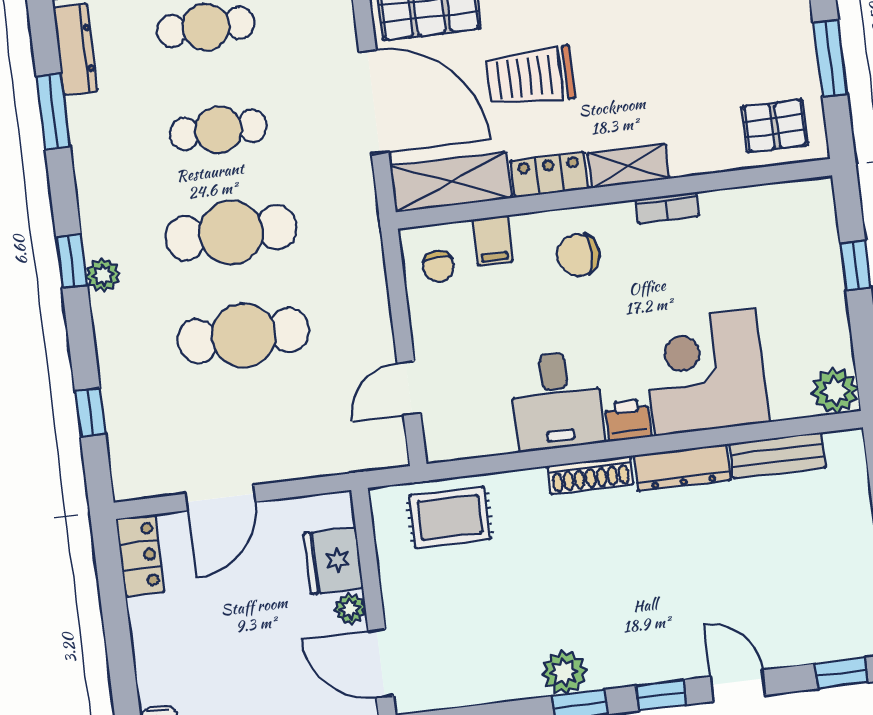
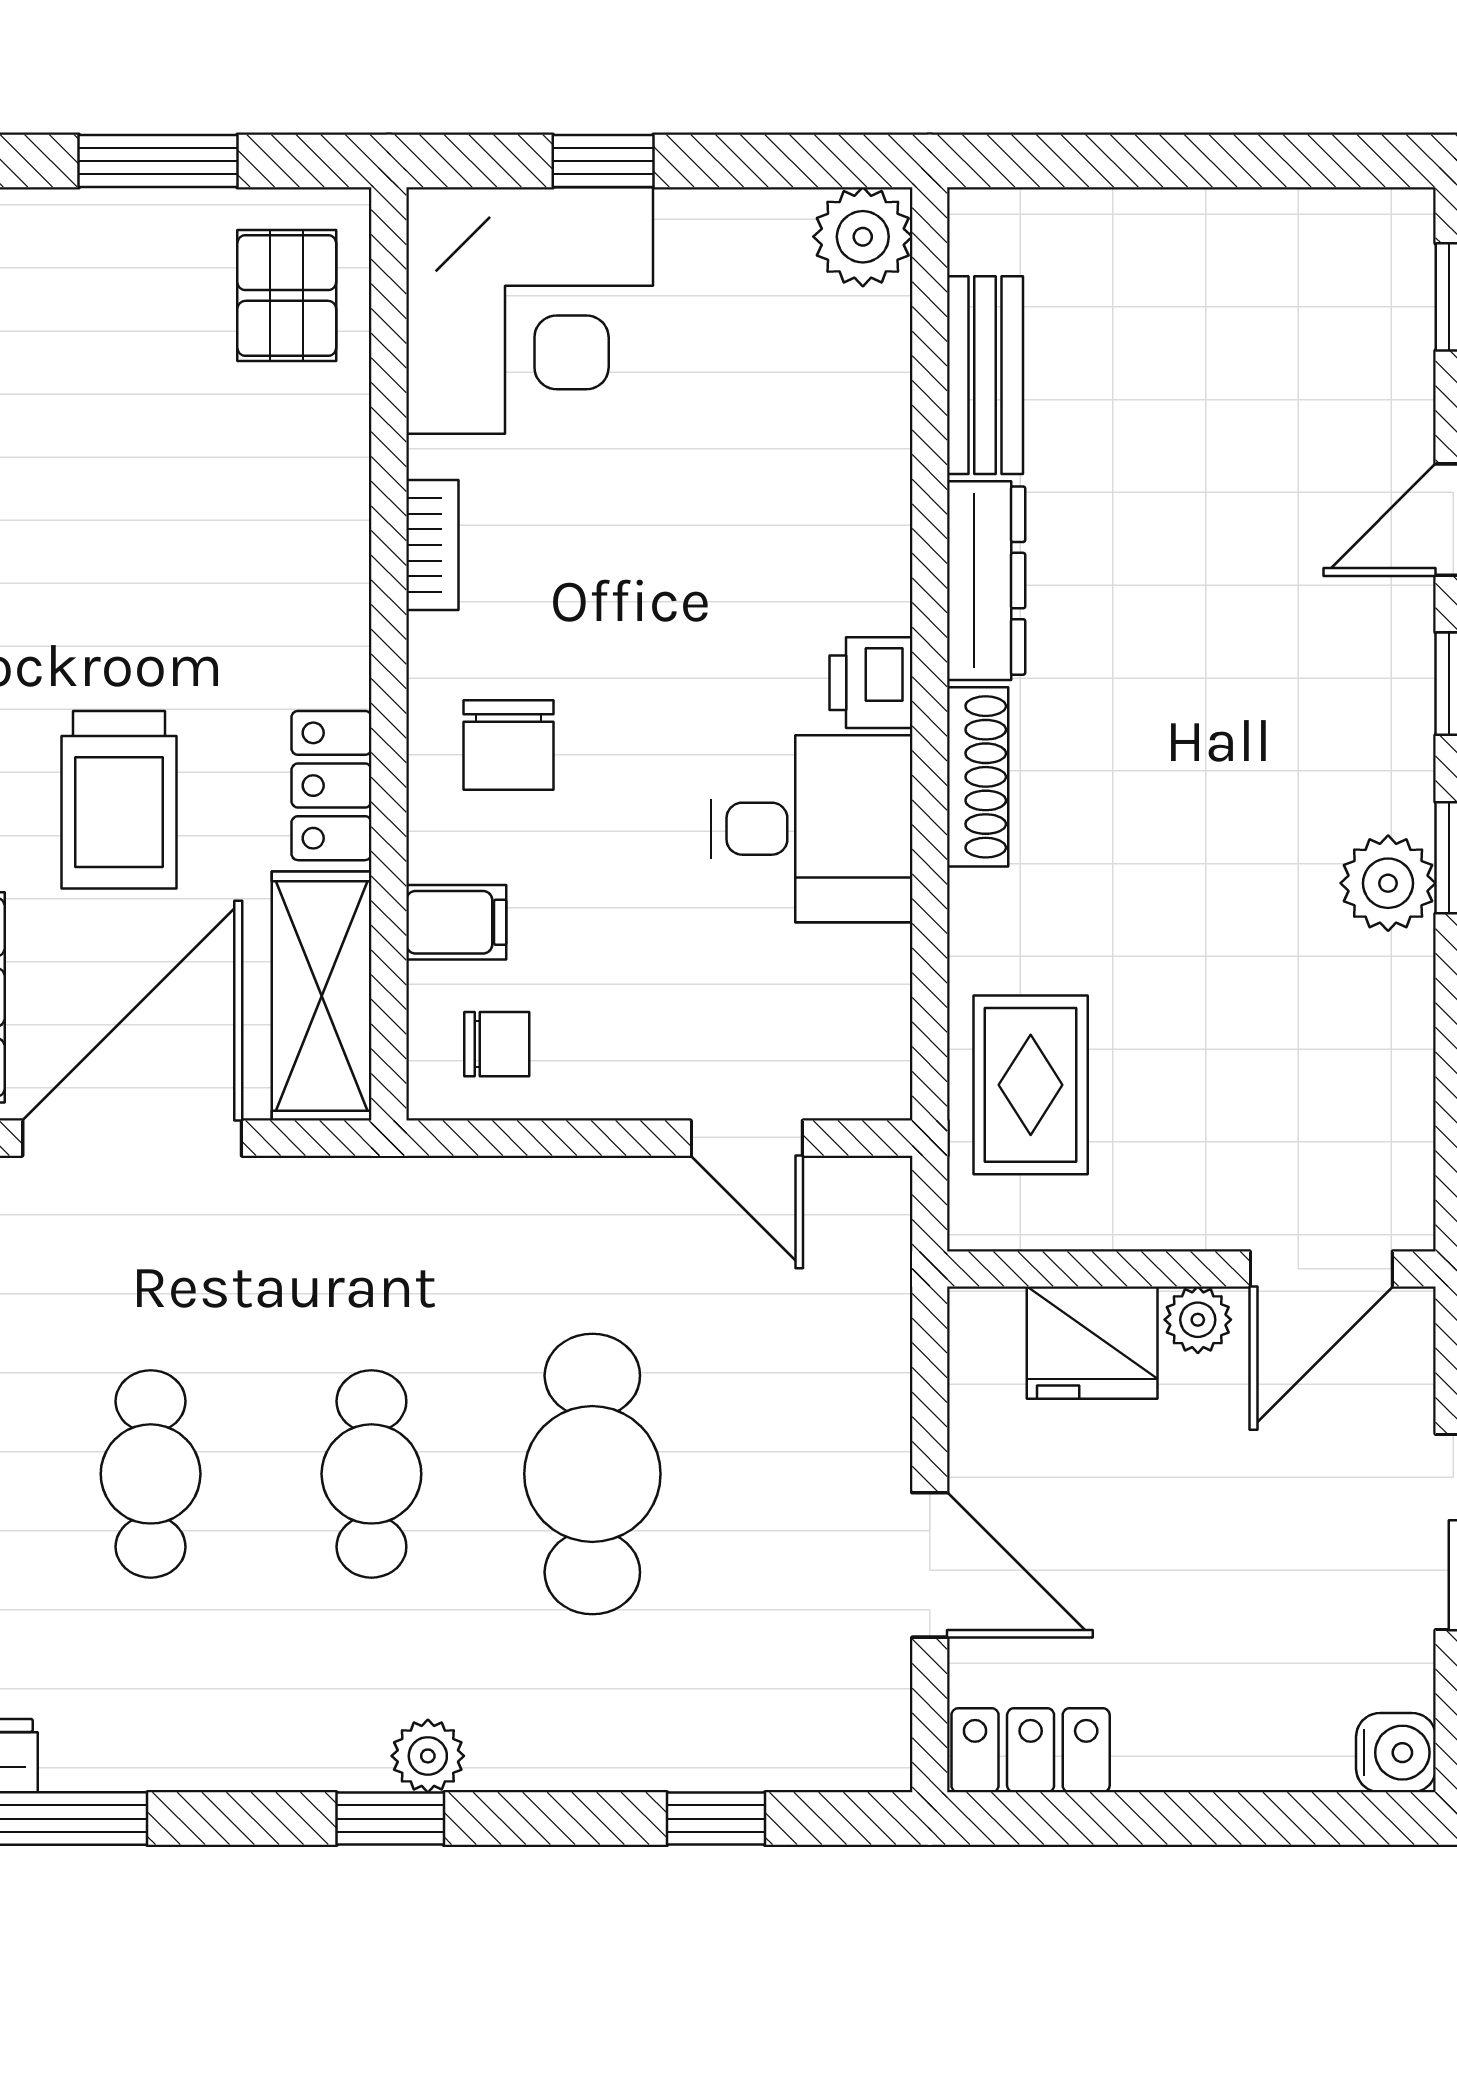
shelving: (628, 166) -> (334, 616), removed
cafe table: (231, 233) -> (371, 1474), width x0.73, depth x0.74
corner desk: (705, 372) -> (530, 310), moved, turned -90

